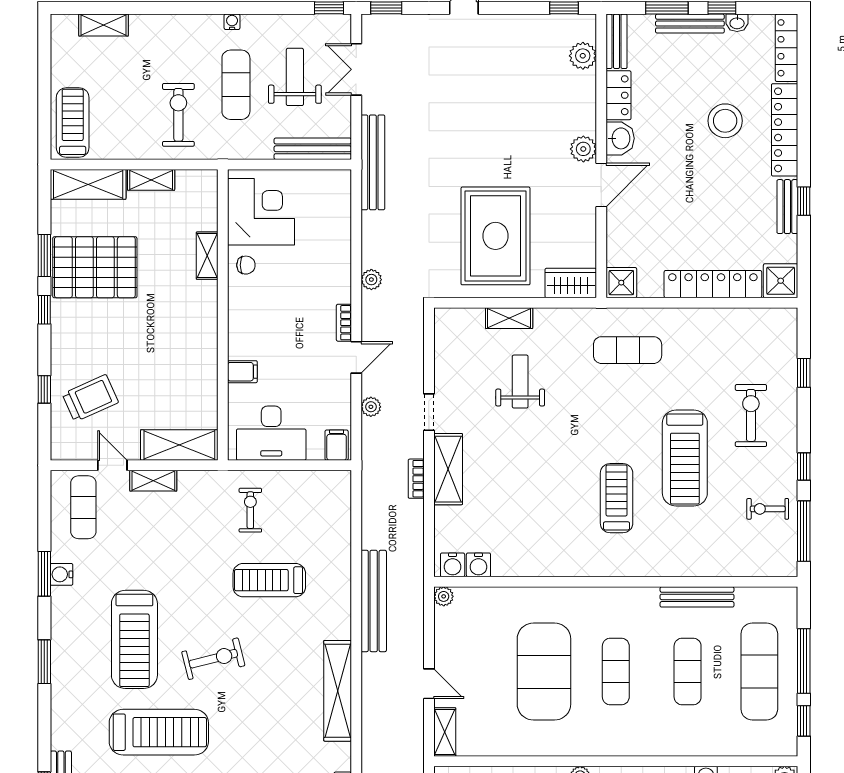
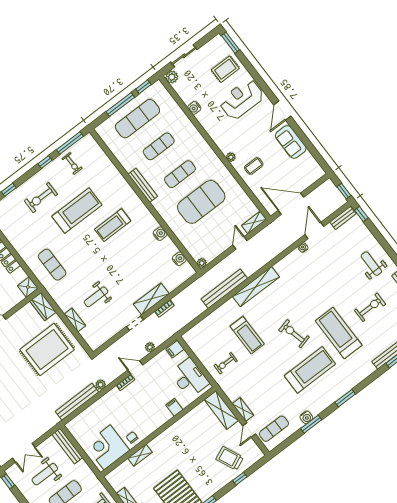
bench: (373, 162) -> (77, 402), moved
water cooler: (453, 565) -> (160, 234), moved
bench: (697, 597) -> (143, 185), moved
shelving: (338, 691) -> (256, 287), moved

